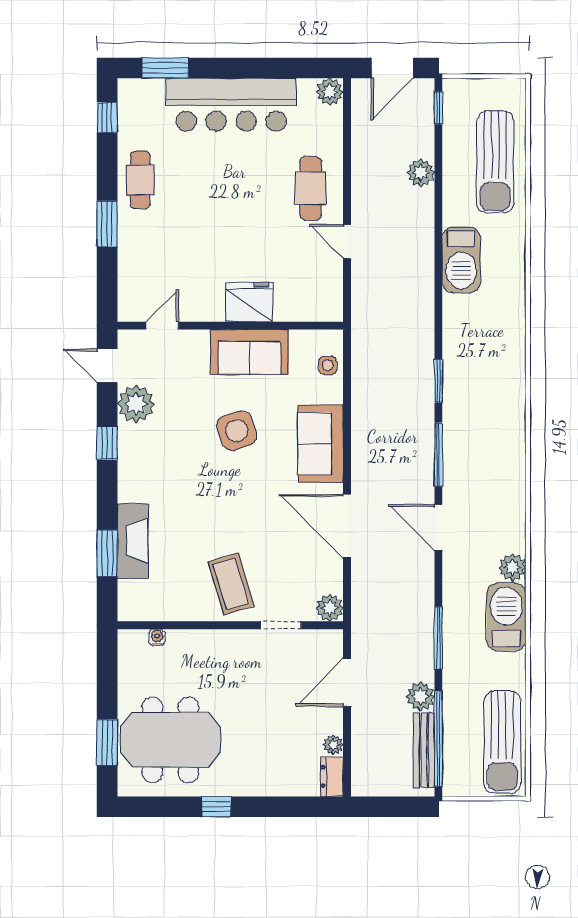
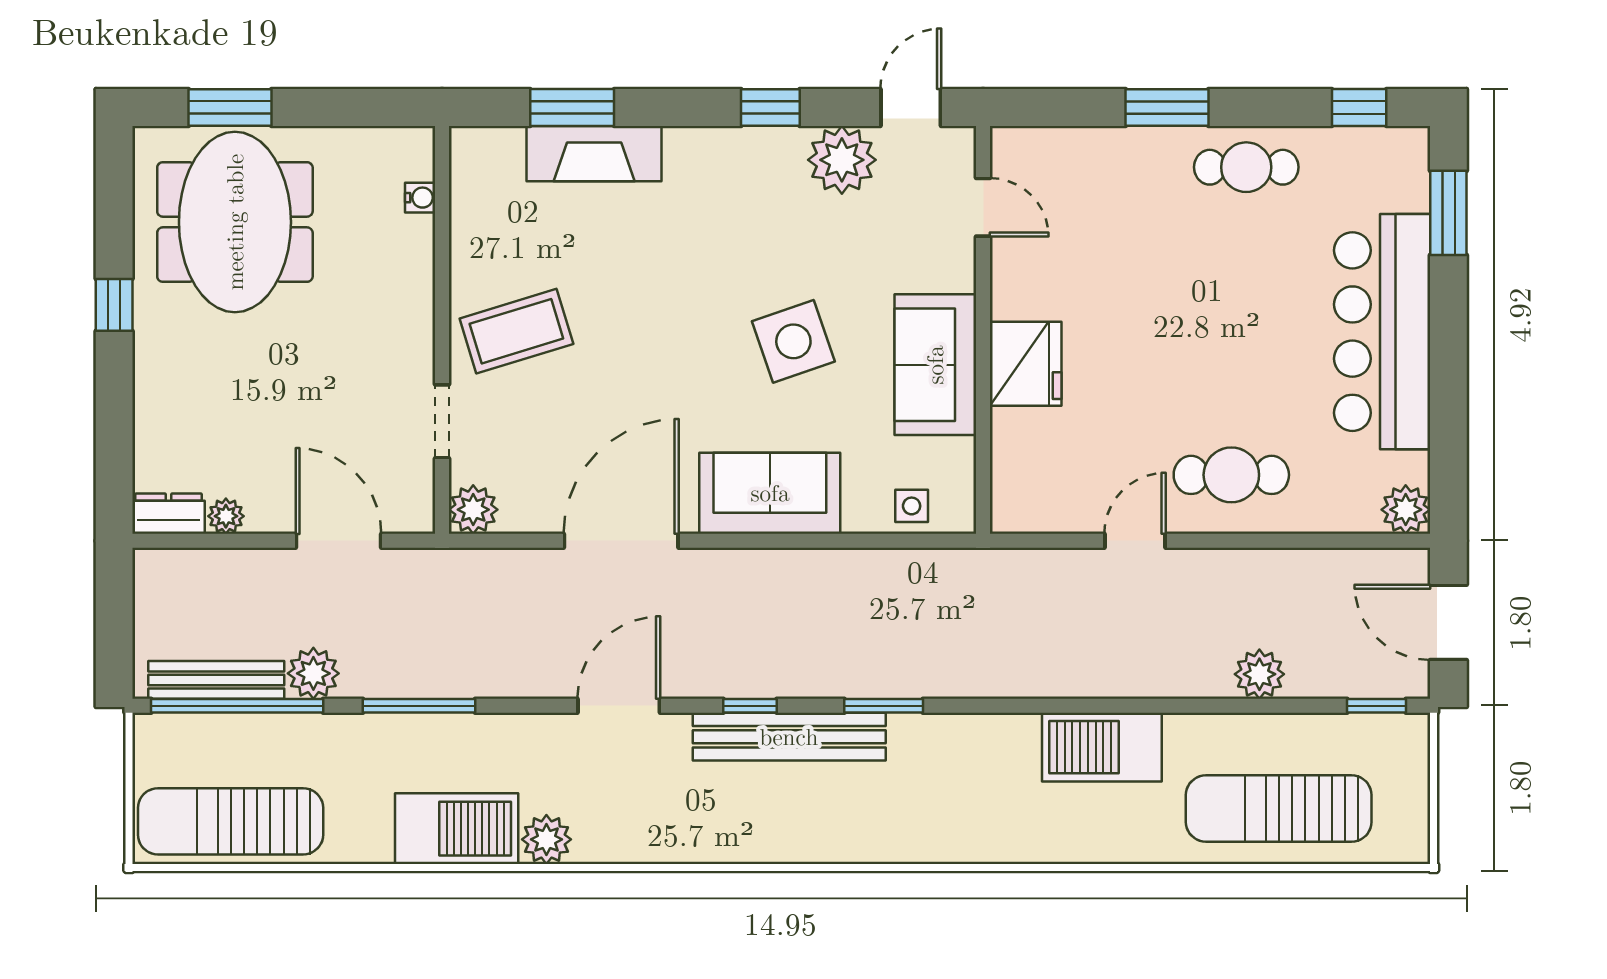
bench: (455, 433) -> (789, 737), added
window: (438, 455) -> (750, 706), width x0.46

